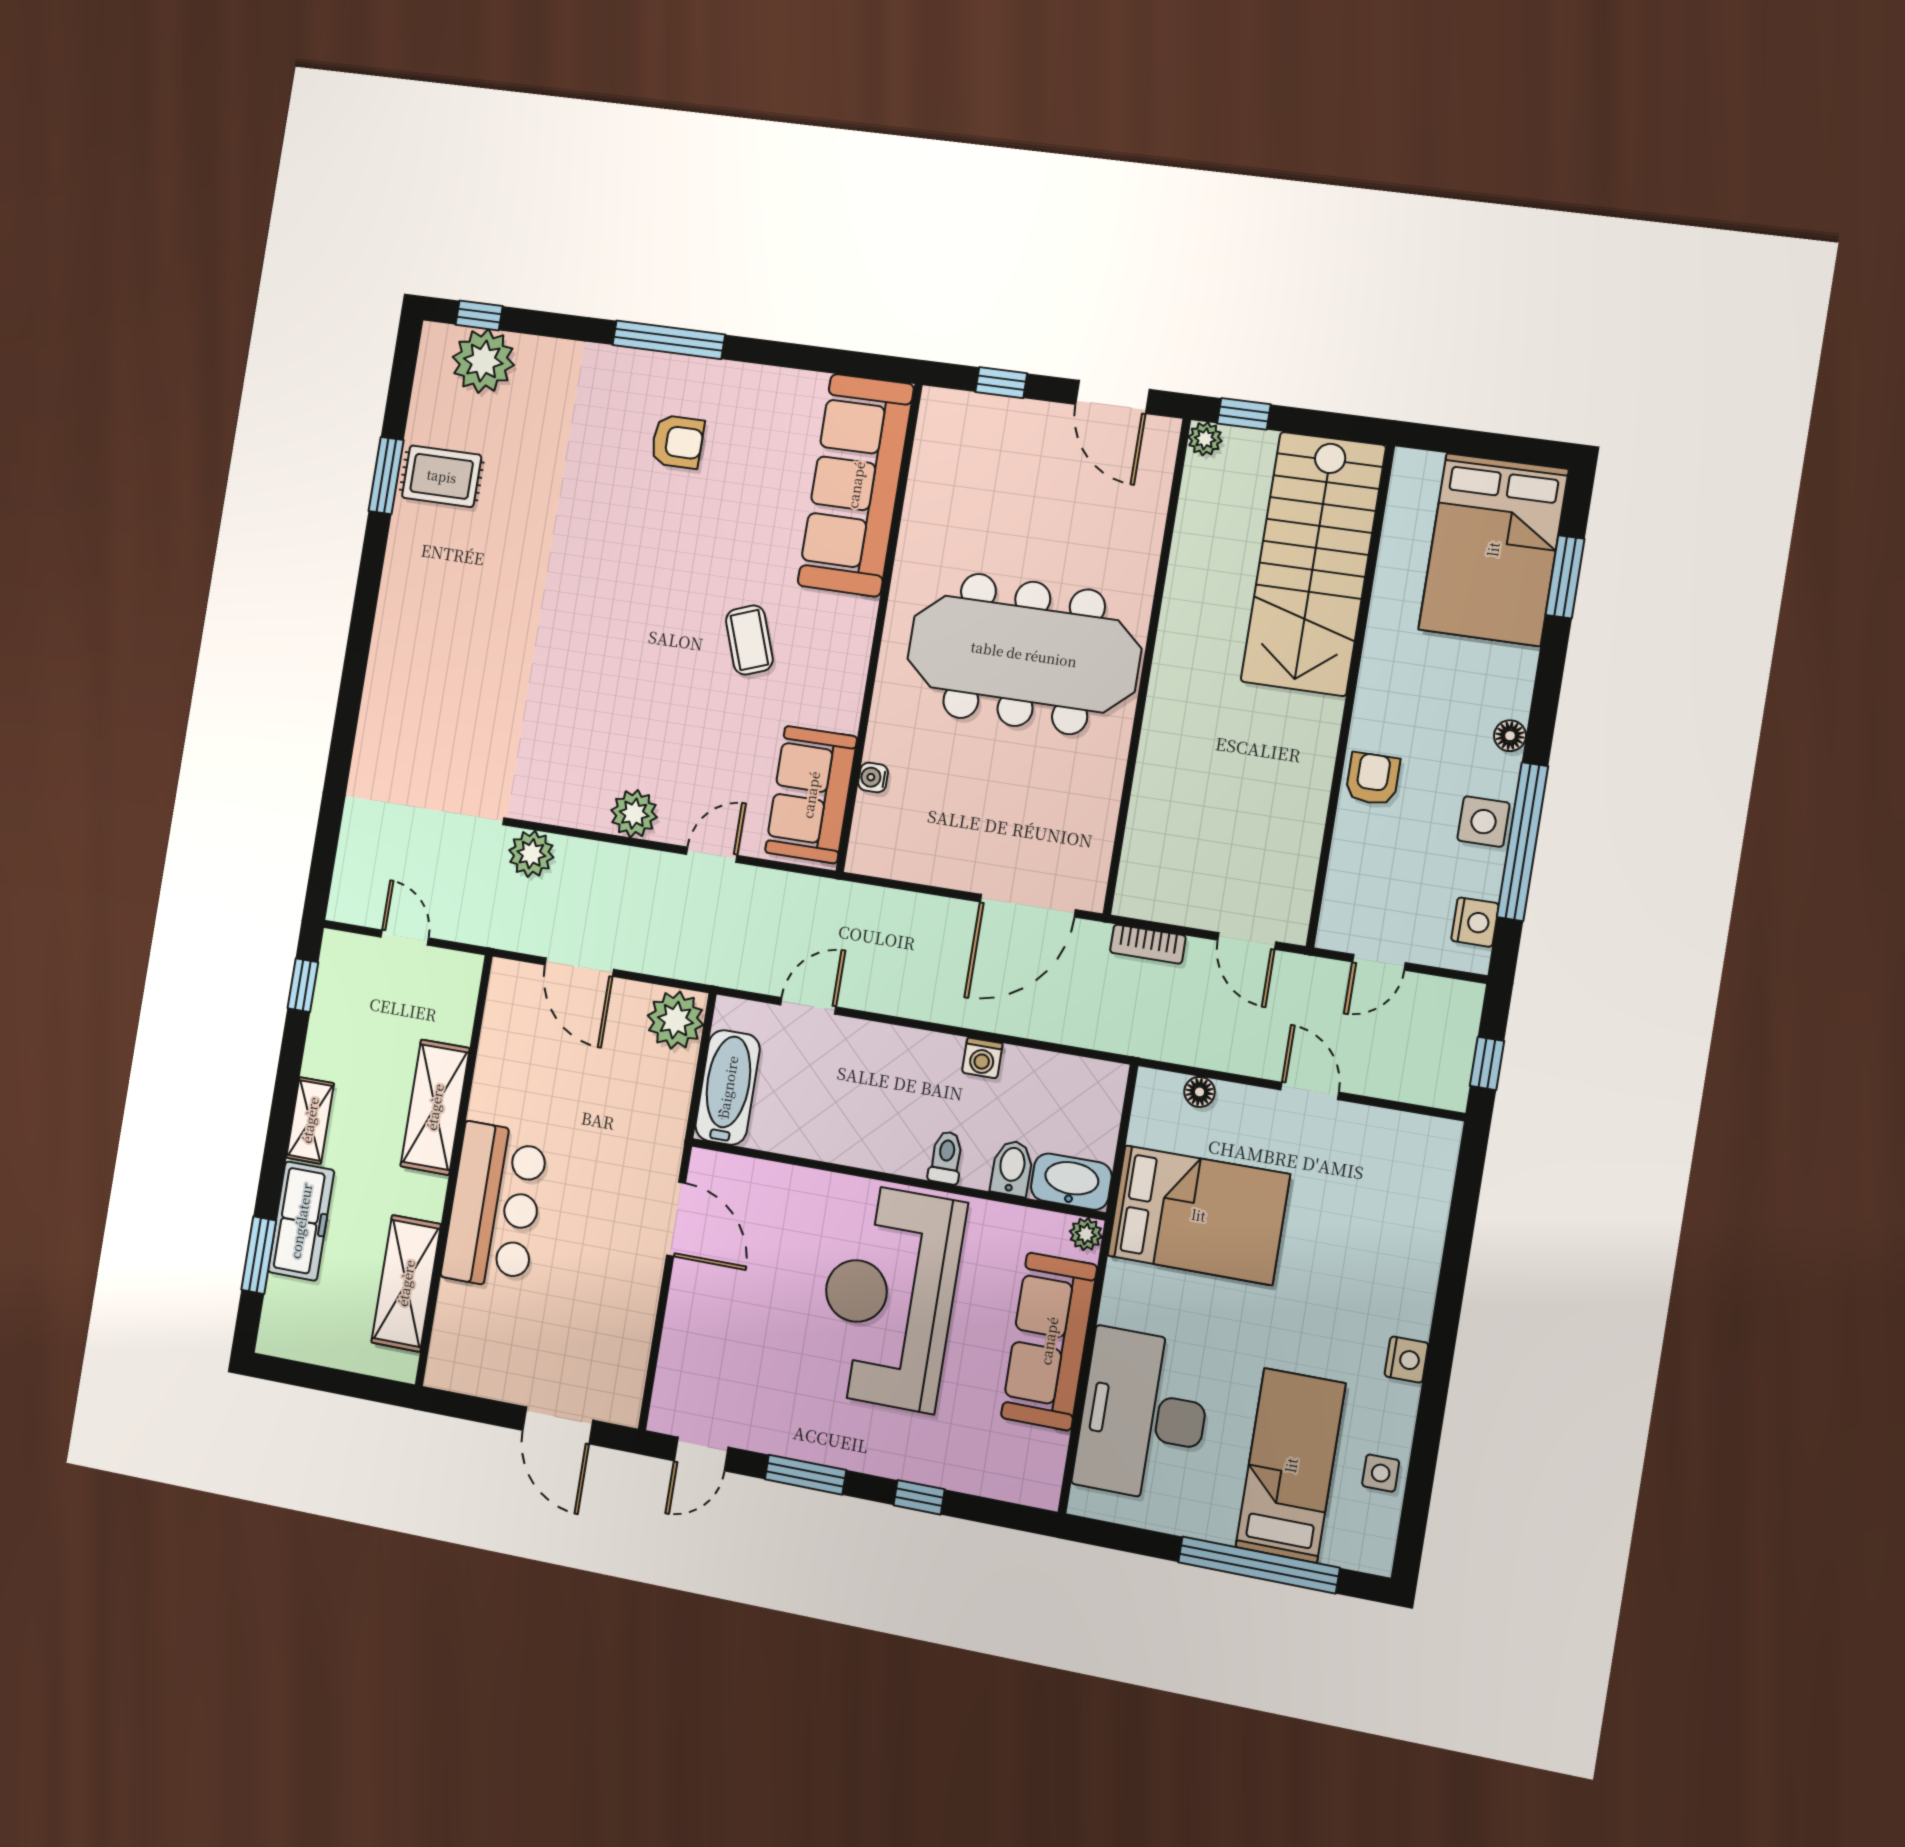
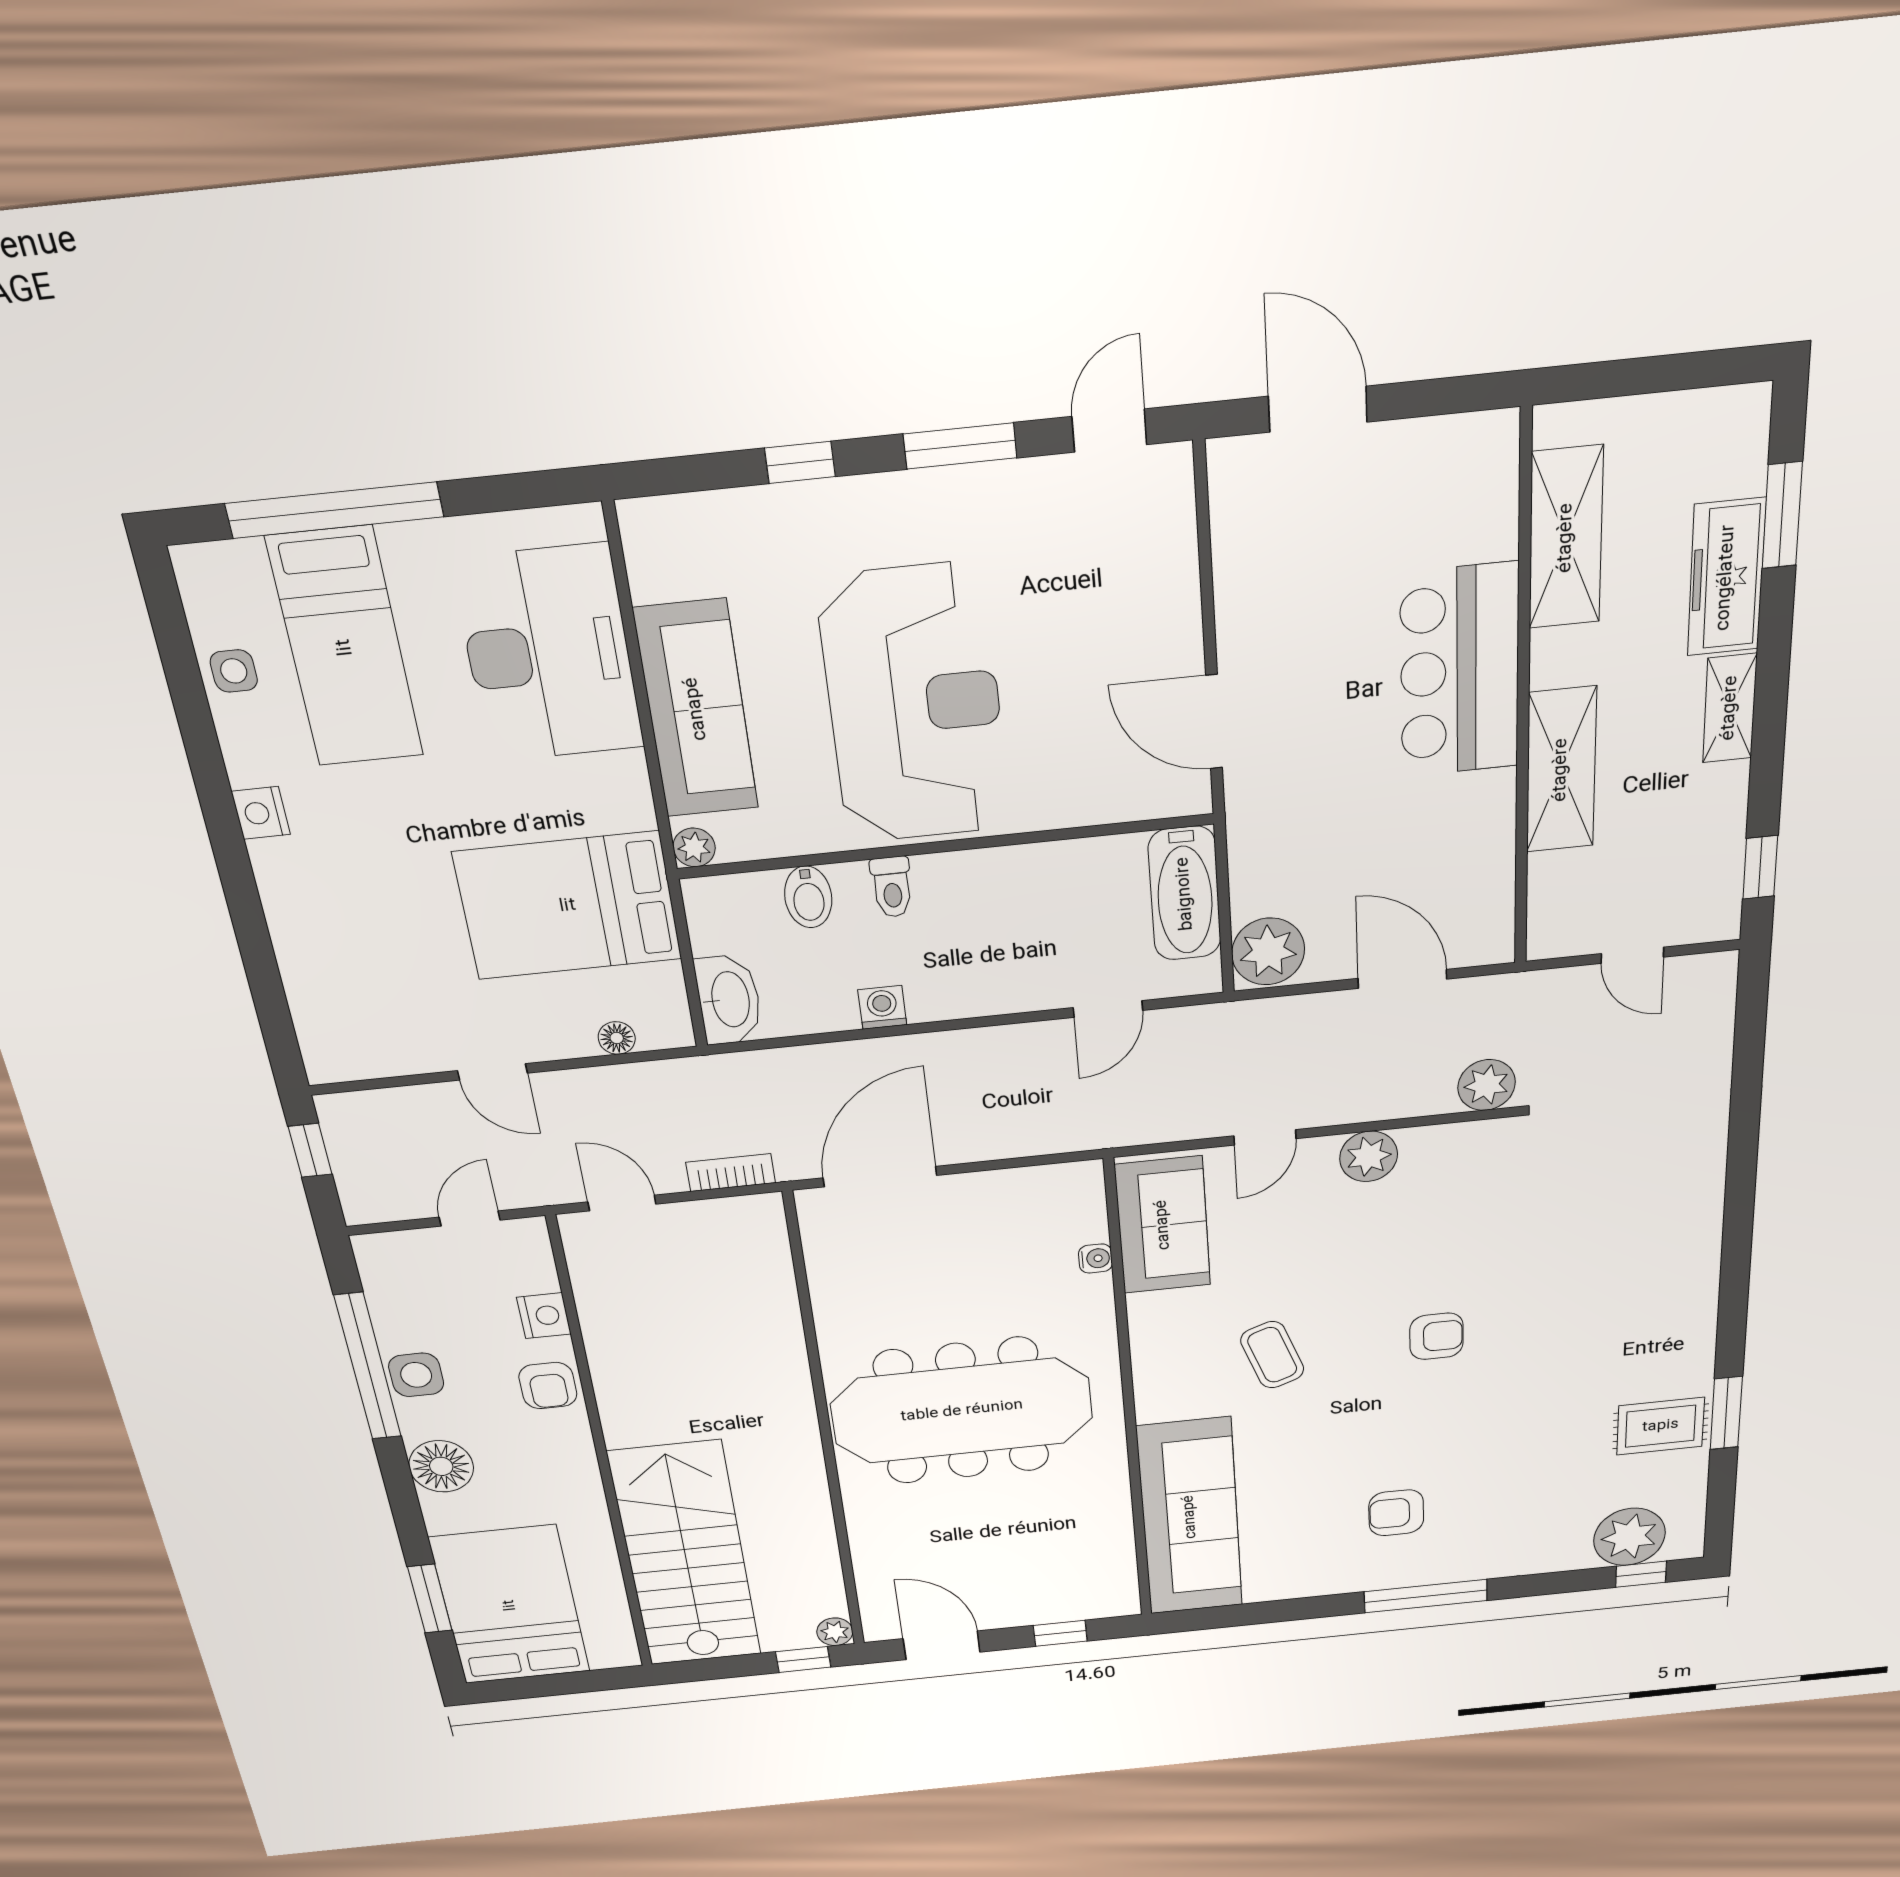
armchair: (611, 622) -> (1436, 1336), added
floor lamp: (1510, 736) -> (441, 1466), width x1.89, depth x1.89
nightstand: (1475, 922) -> (544, 1316), moved, turned 180
washbasin: (1071, 1182) -> (729, 1000), moved, turned -90

